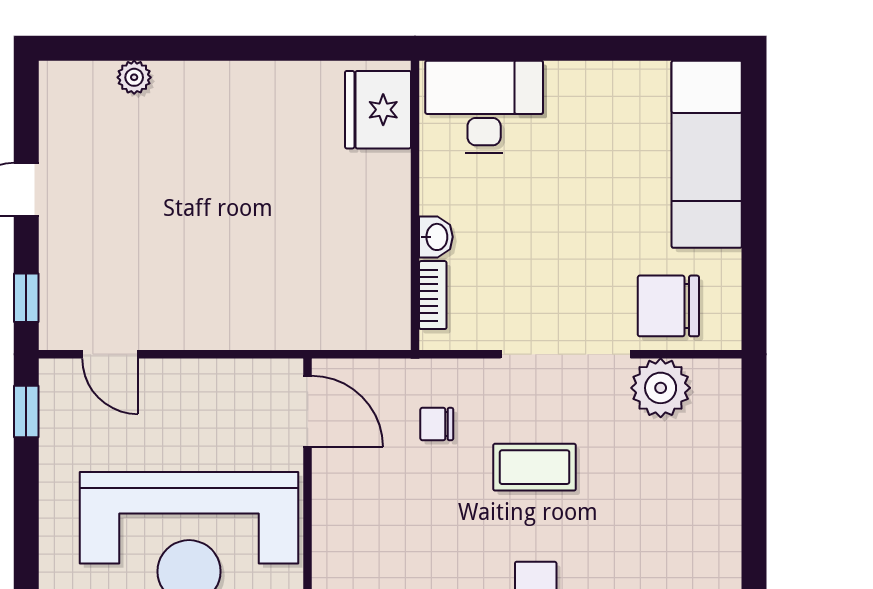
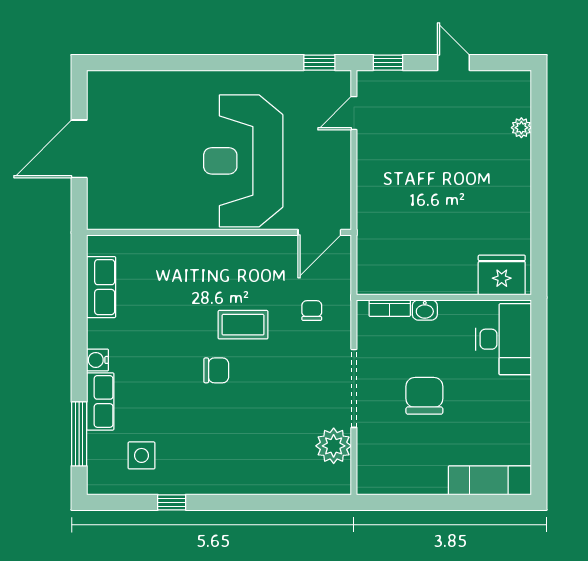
exam couch: (707, 154) -> (490, 480), width x0.73, depth x0.69
chair: (668, 306) -> (424, 396), moved
coffee table: (535, 467) -> (243, 325), moved, turned 90

